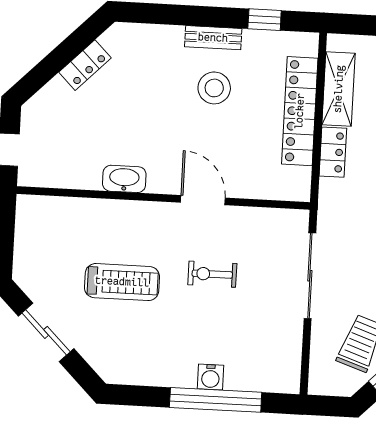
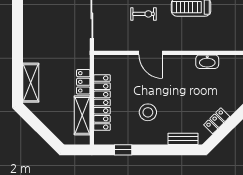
bench: (213, 38) -> (183, 139), moved
washbasin: (124, 179) -> (207, 62), moved

